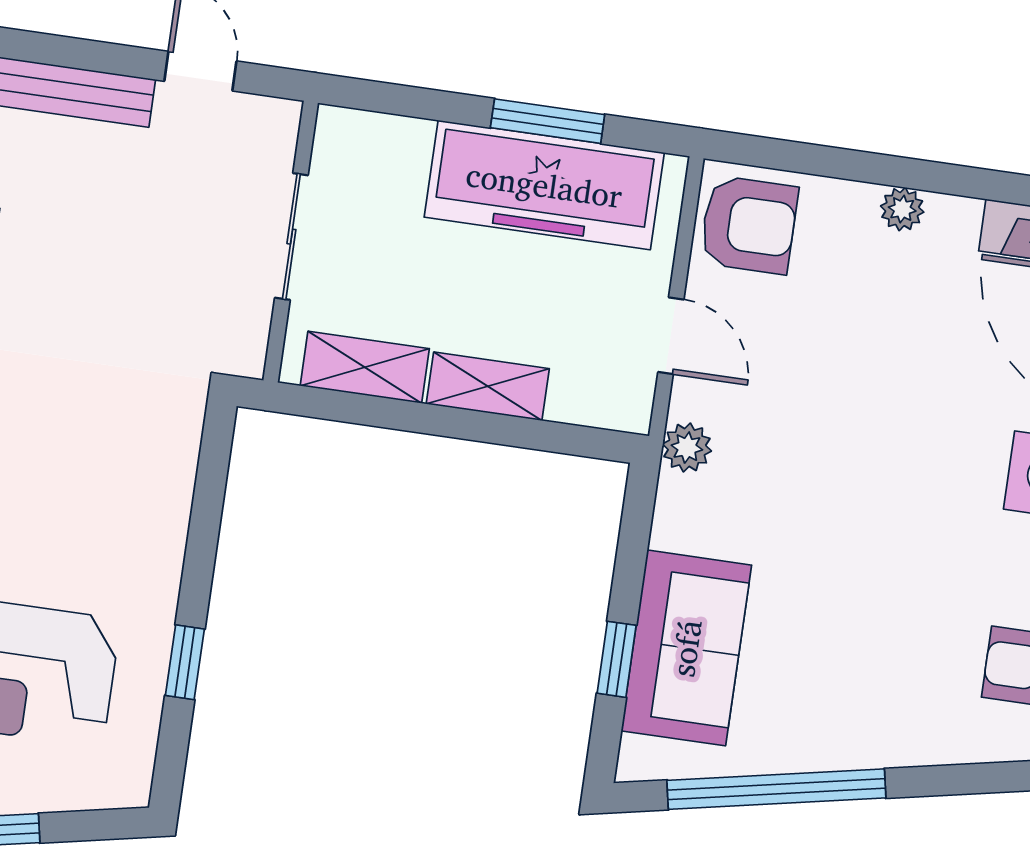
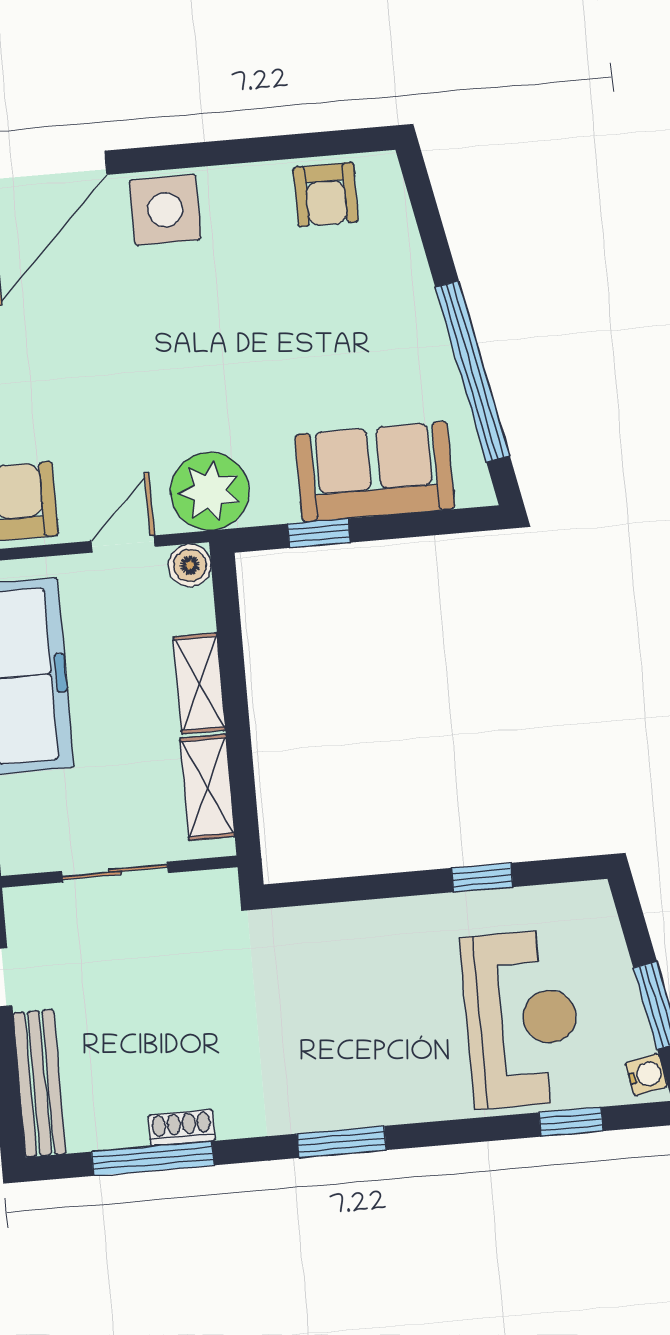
boiler: (628, 407) -> (190, 565), added
plant: (687, 448) -> (210, 491), width x1.88, depth x1.88
window: (617, 659) -> (319, 533), moved

